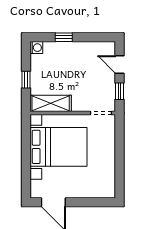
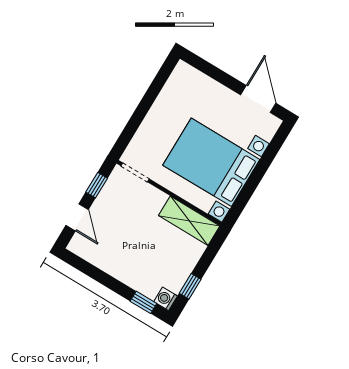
window: (64, 37) -> (143, 302), moved
window: (26, 80) -> (190, 286), moved

